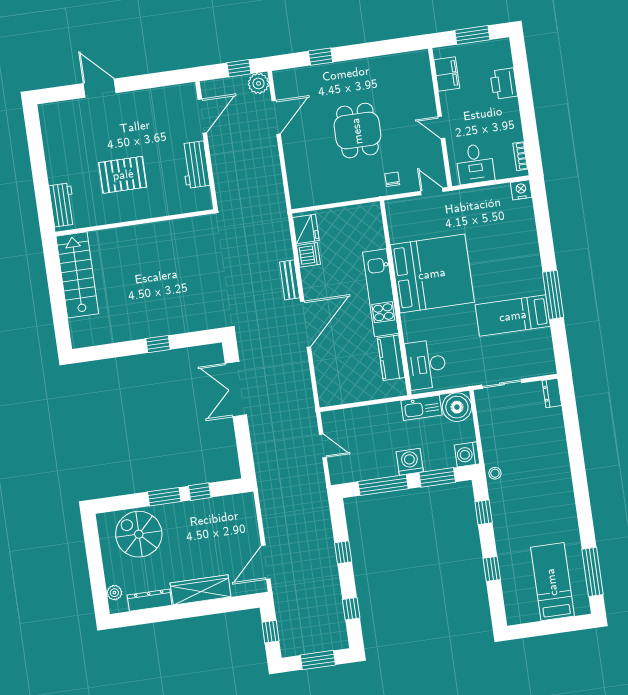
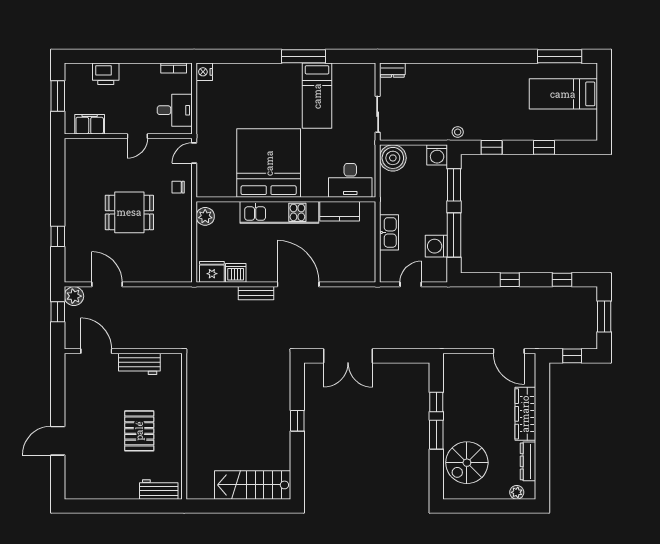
plant: (365, 213) -> (205, 216), added
stairs: (77, 275) -> (253, 485), moved
kitchen sink: (421, 408) -> (389, 232), moved
washing machine: (410, 462) -> (436, 246), moved

